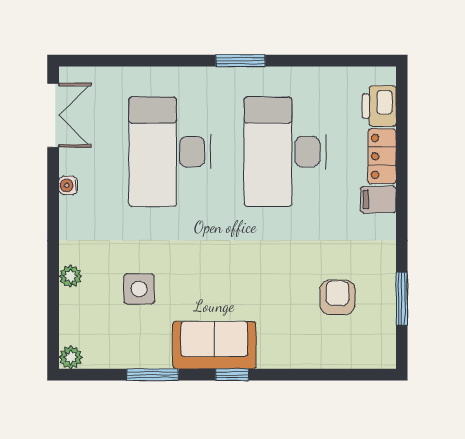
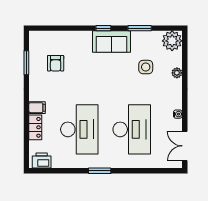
printer: (379, 106) -> (42, 161), moved, turned -90
plant: (71, 357) -> (172, 41), width x1.88, depth x1.88

